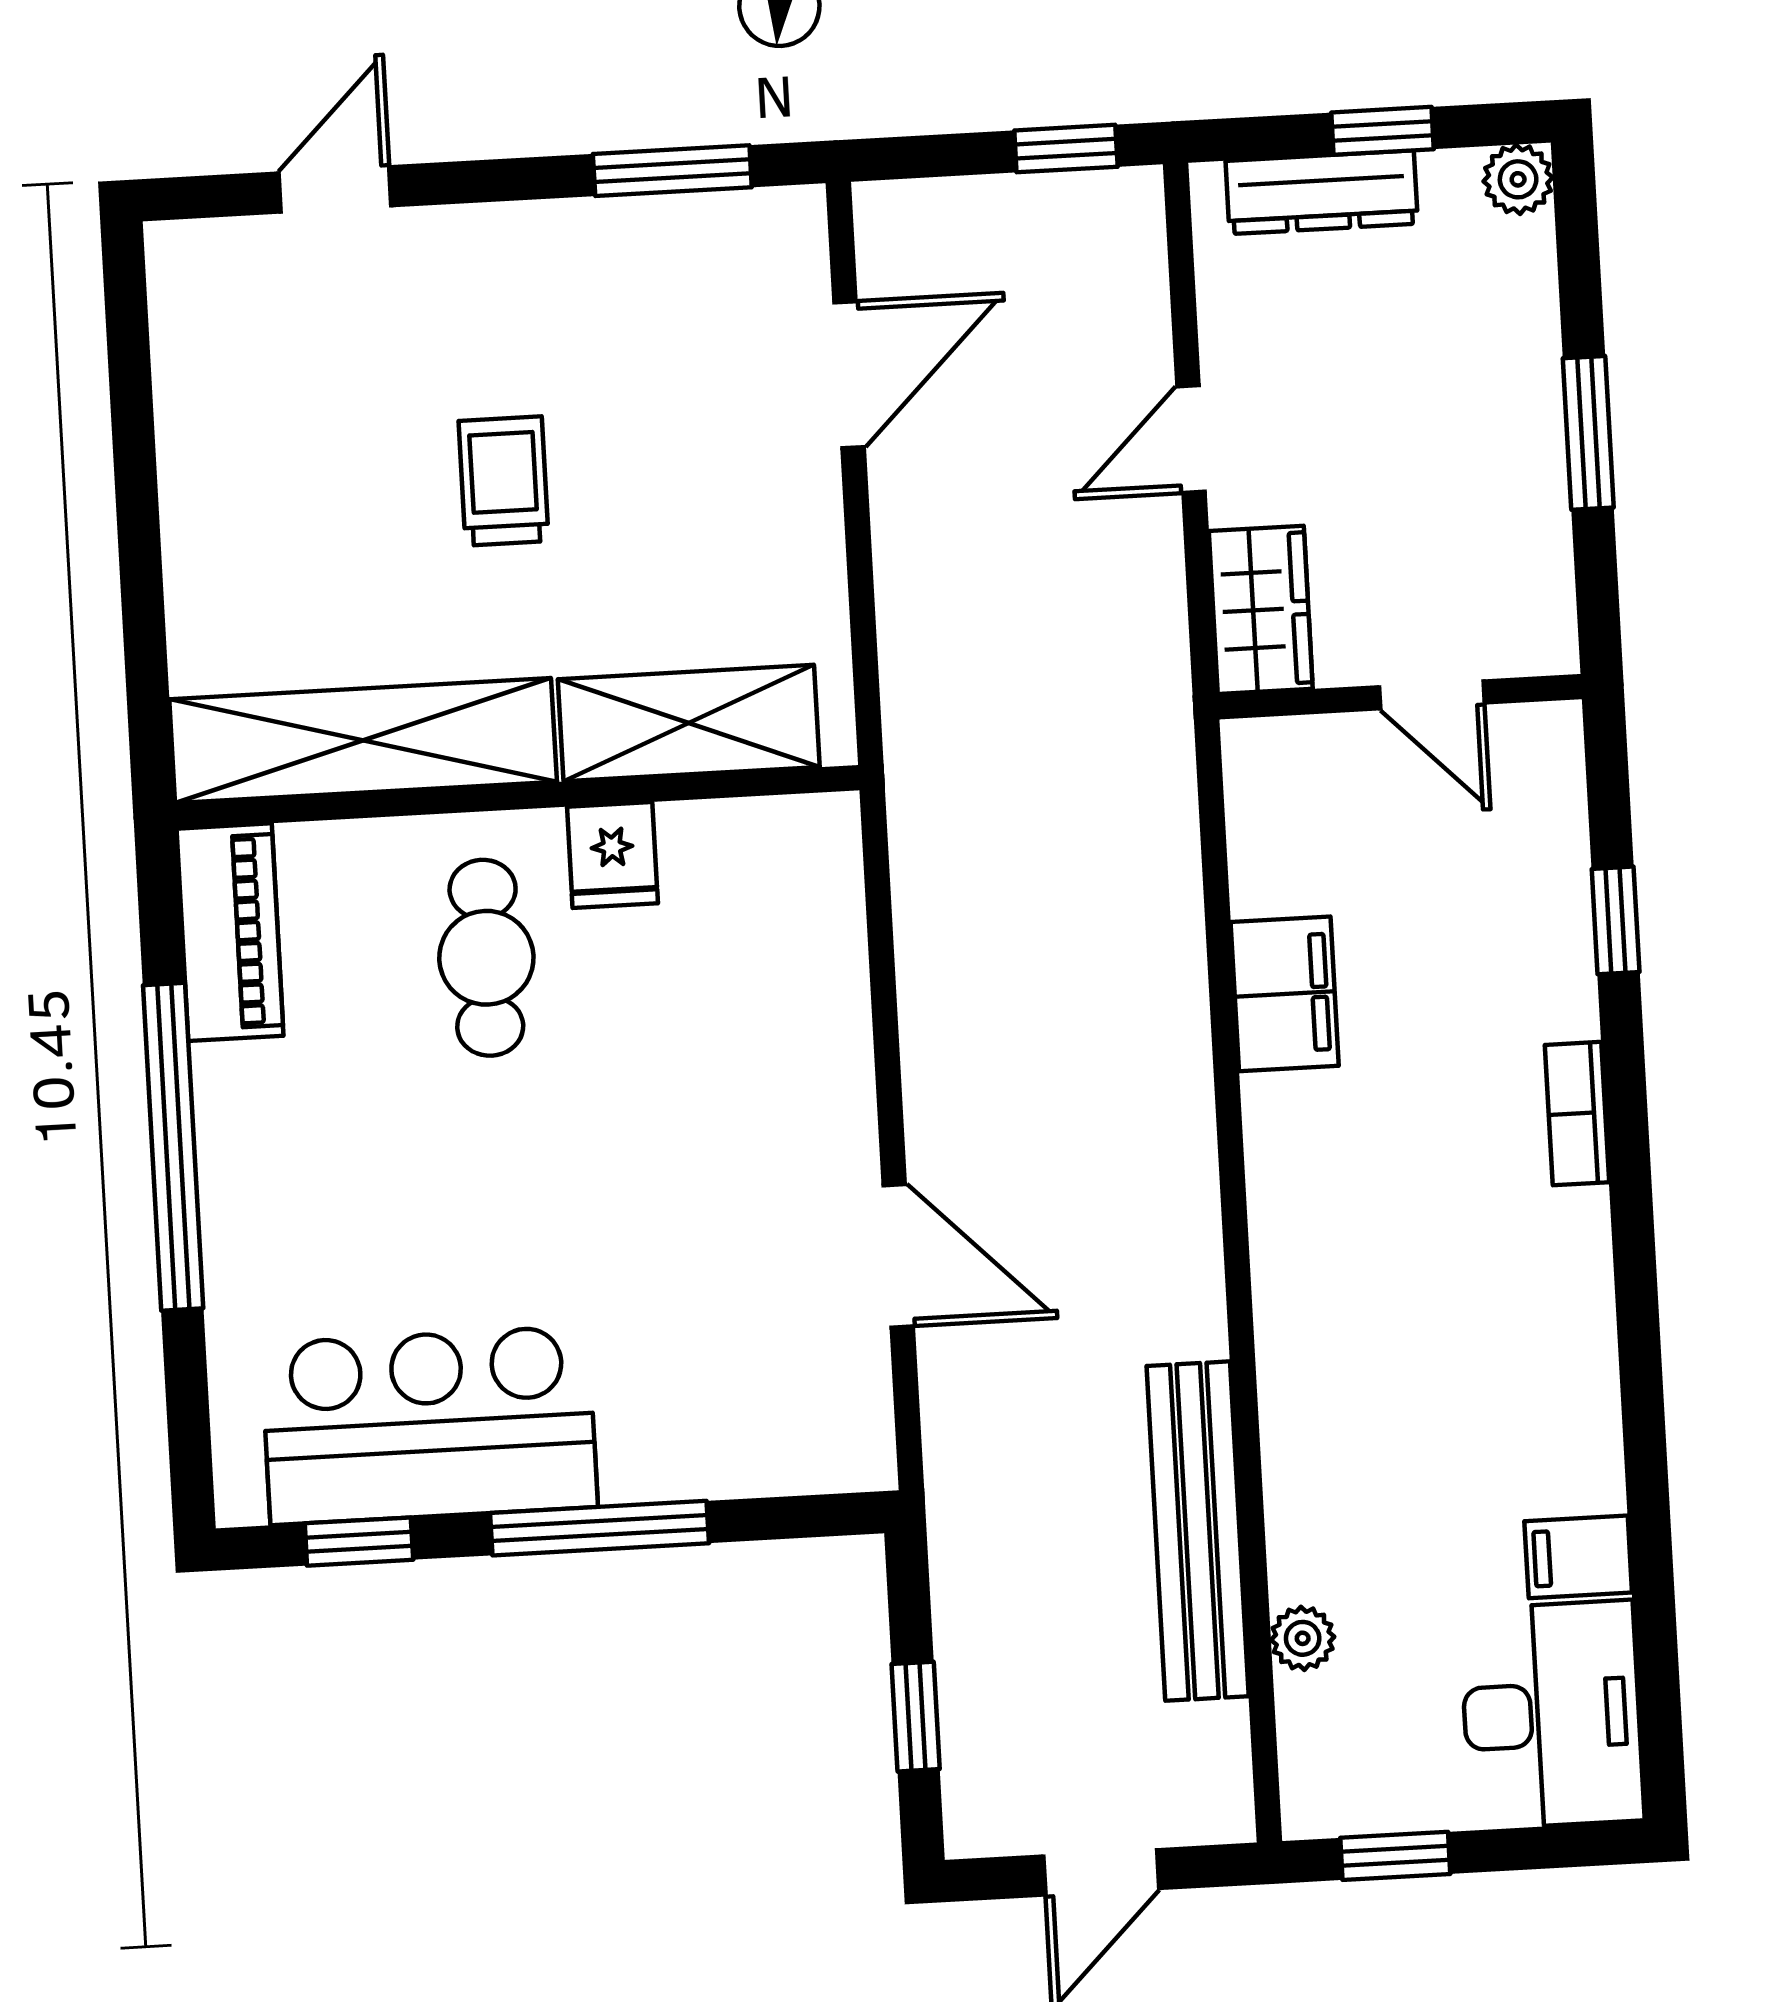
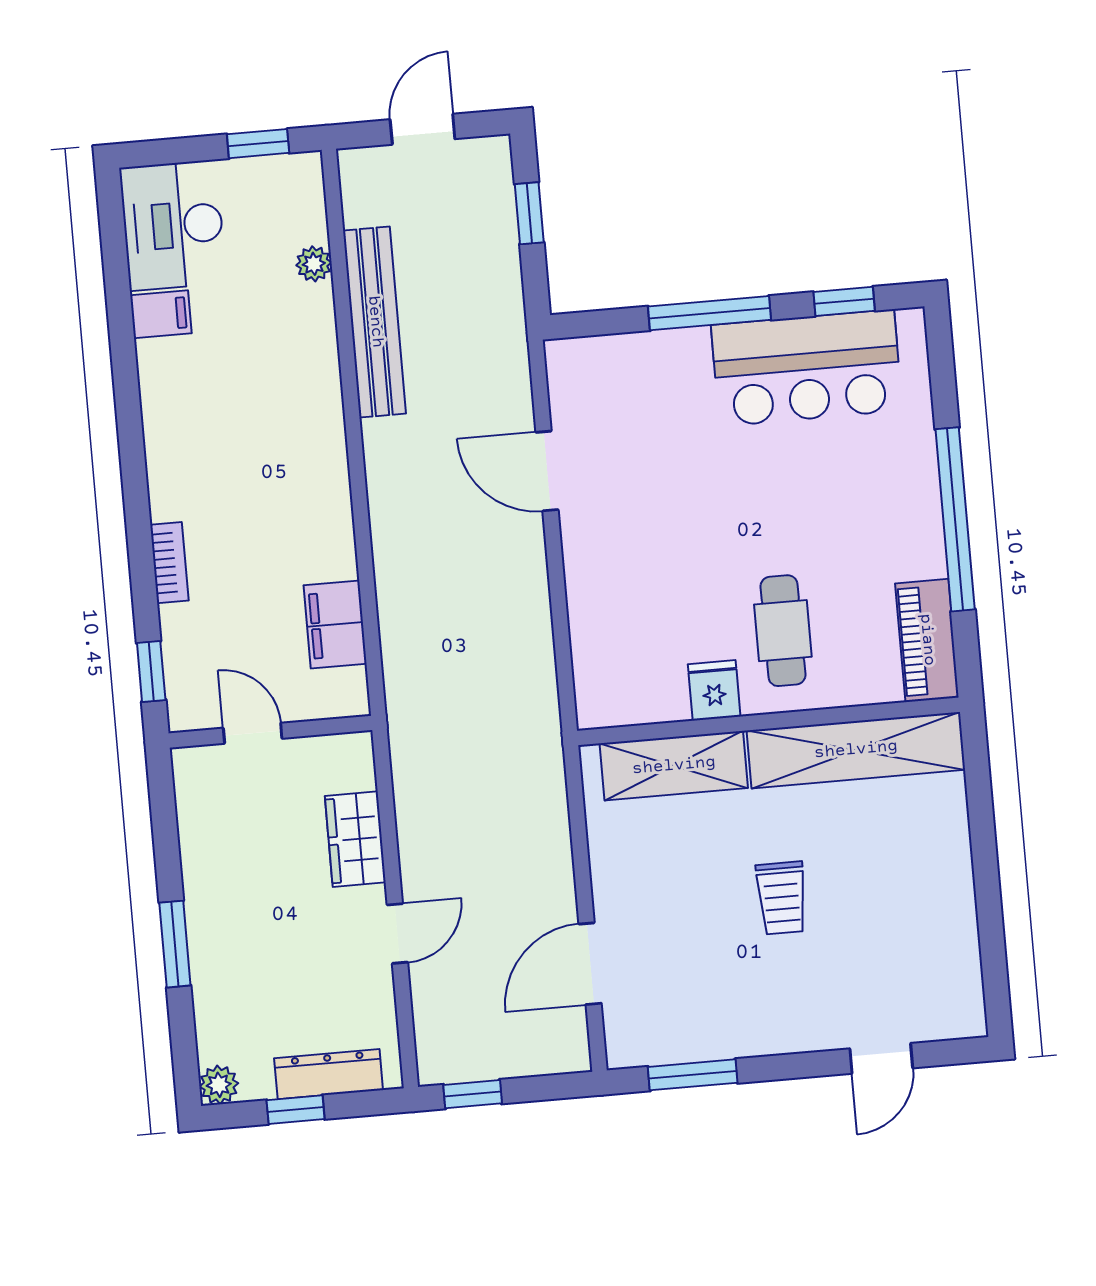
door: (1432, 695) -> (253, 733), moved
wall: (1400, 697) -> (270, 732), moved

